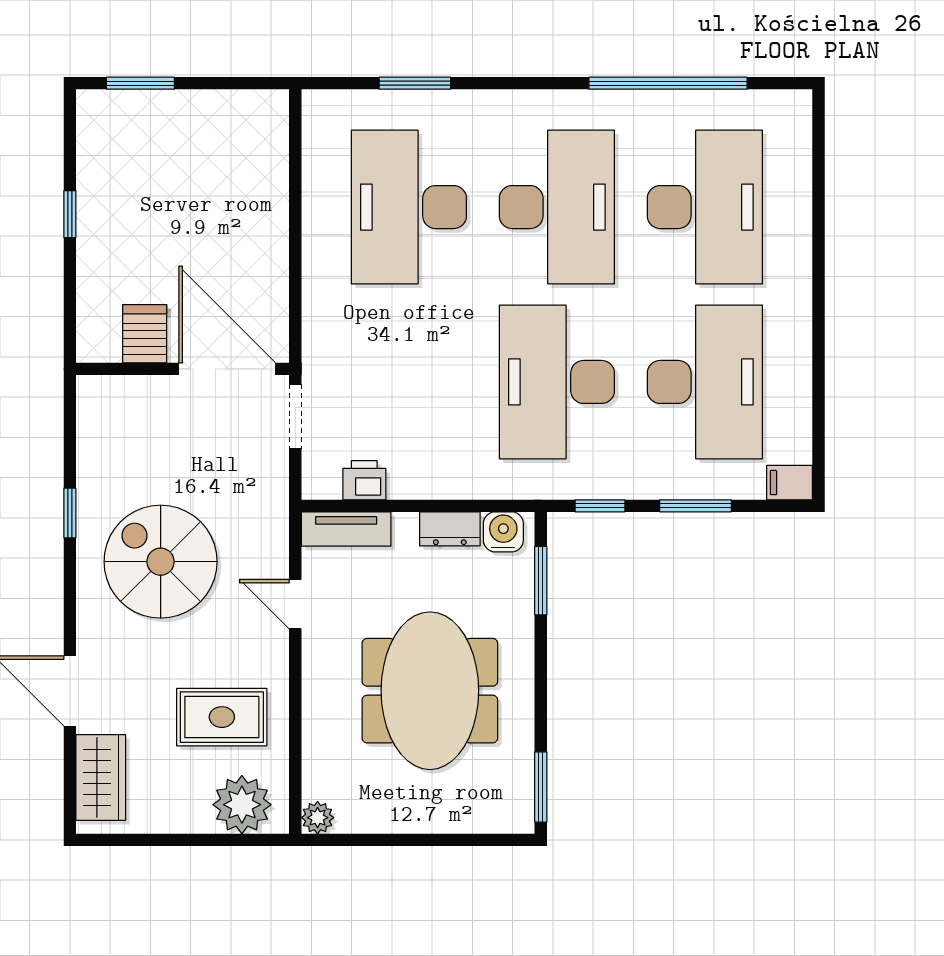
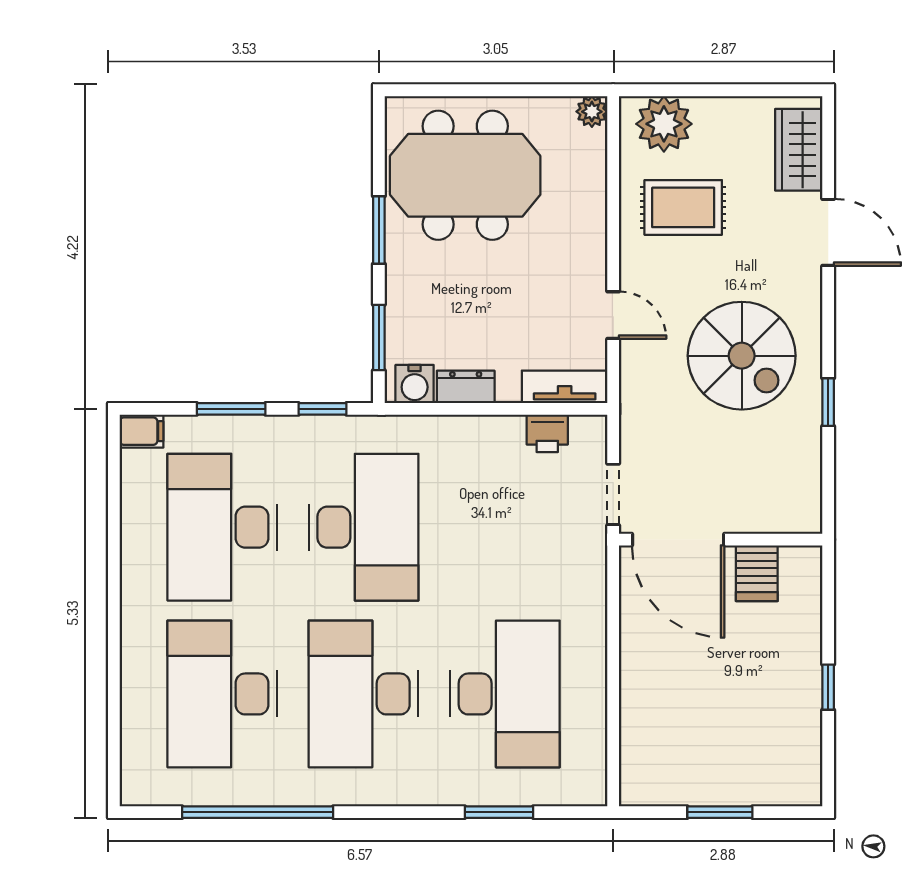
window: (140, 83) -> (720, 812), moved
meeting table: (430, 691) -> (465, 175), moved, turned 90
window: (541, 787) -> (379, 230), moved

